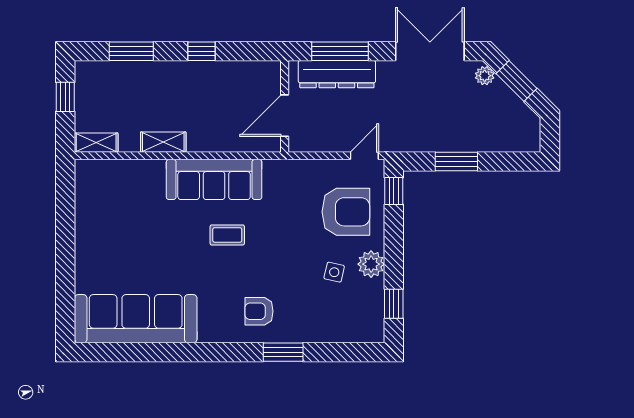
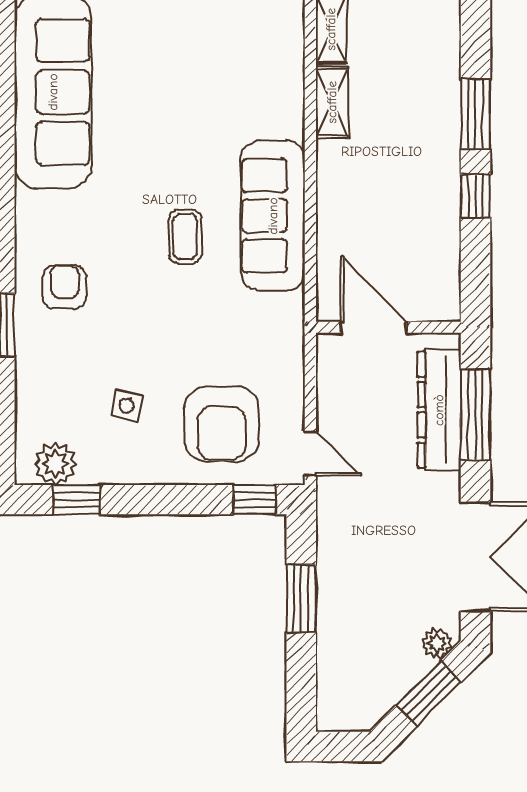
window: (131, 51) -> (475, 114), moved
shelving: (163, 142) -> (332, 102), moved
plant: (371, 264) -> (55, 464), moved

